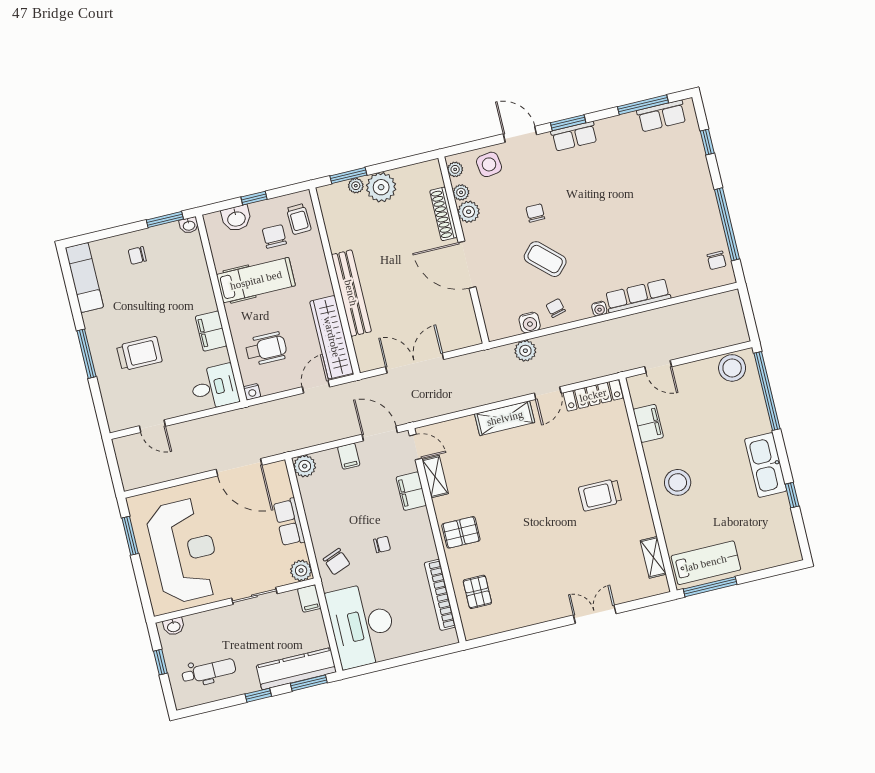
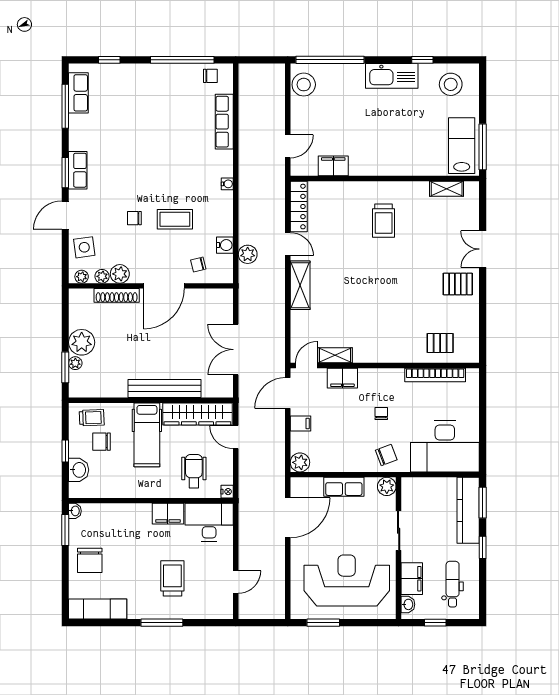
chair: (137, 255) -> (90, 560), width x1.87, depth x1.87
coffee table: (545, 259) -> (175, 219), turned 47
hospital bed: (256, 280) -> (147, 435), moved, turned 180
row of seats: (638, 296) -> (224, 122), moved
chair: (556, 308) -> (198, 265), moved
desk: (214, 387) -> (209, 522), width x1.37
stool: (678, 482) -> (451, 84), moved
pallet: (461, 532) -> (458, 284), moved, turned 90
filing cabinet: (309, 598) -> (412, 579), moved, width x2.00

